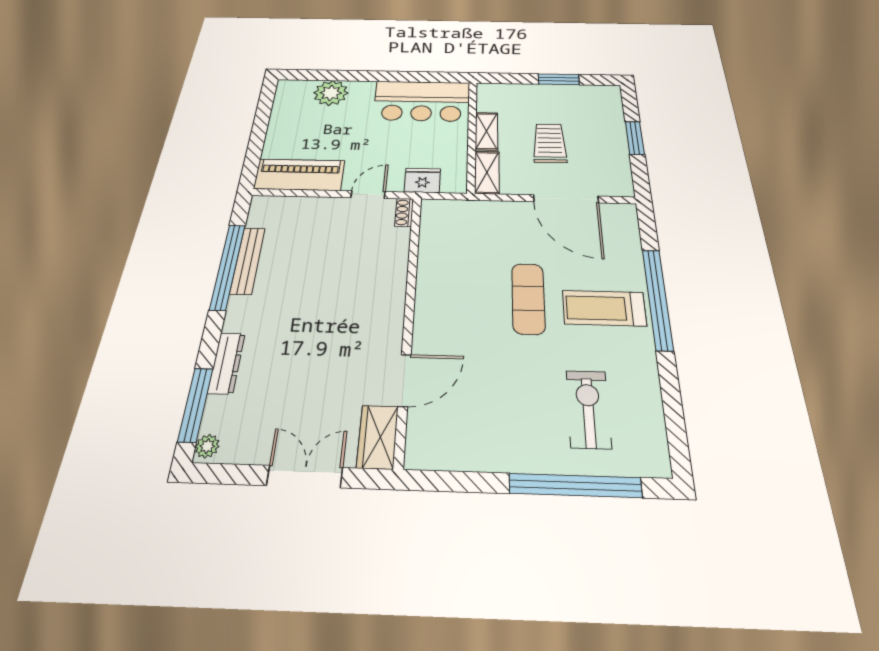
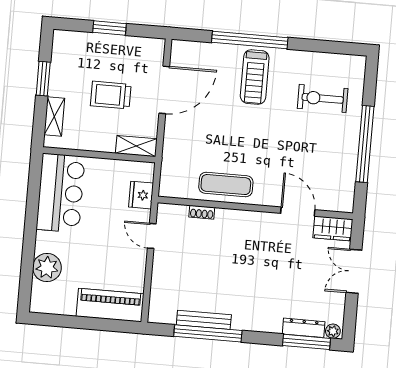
shelving: (487, 131) -> (54, 117), moved, turned 90
piano: (299, 175) -> (110, 305), moved, turned 90
shoe rack: (404, 212) -> (202, 212), moved
exercise mat: (528, 298) -> (226, 185), moved
dresser: (226, 363) -> (304, 328), moved
window: (575, 485) -> (365, 144), moved

